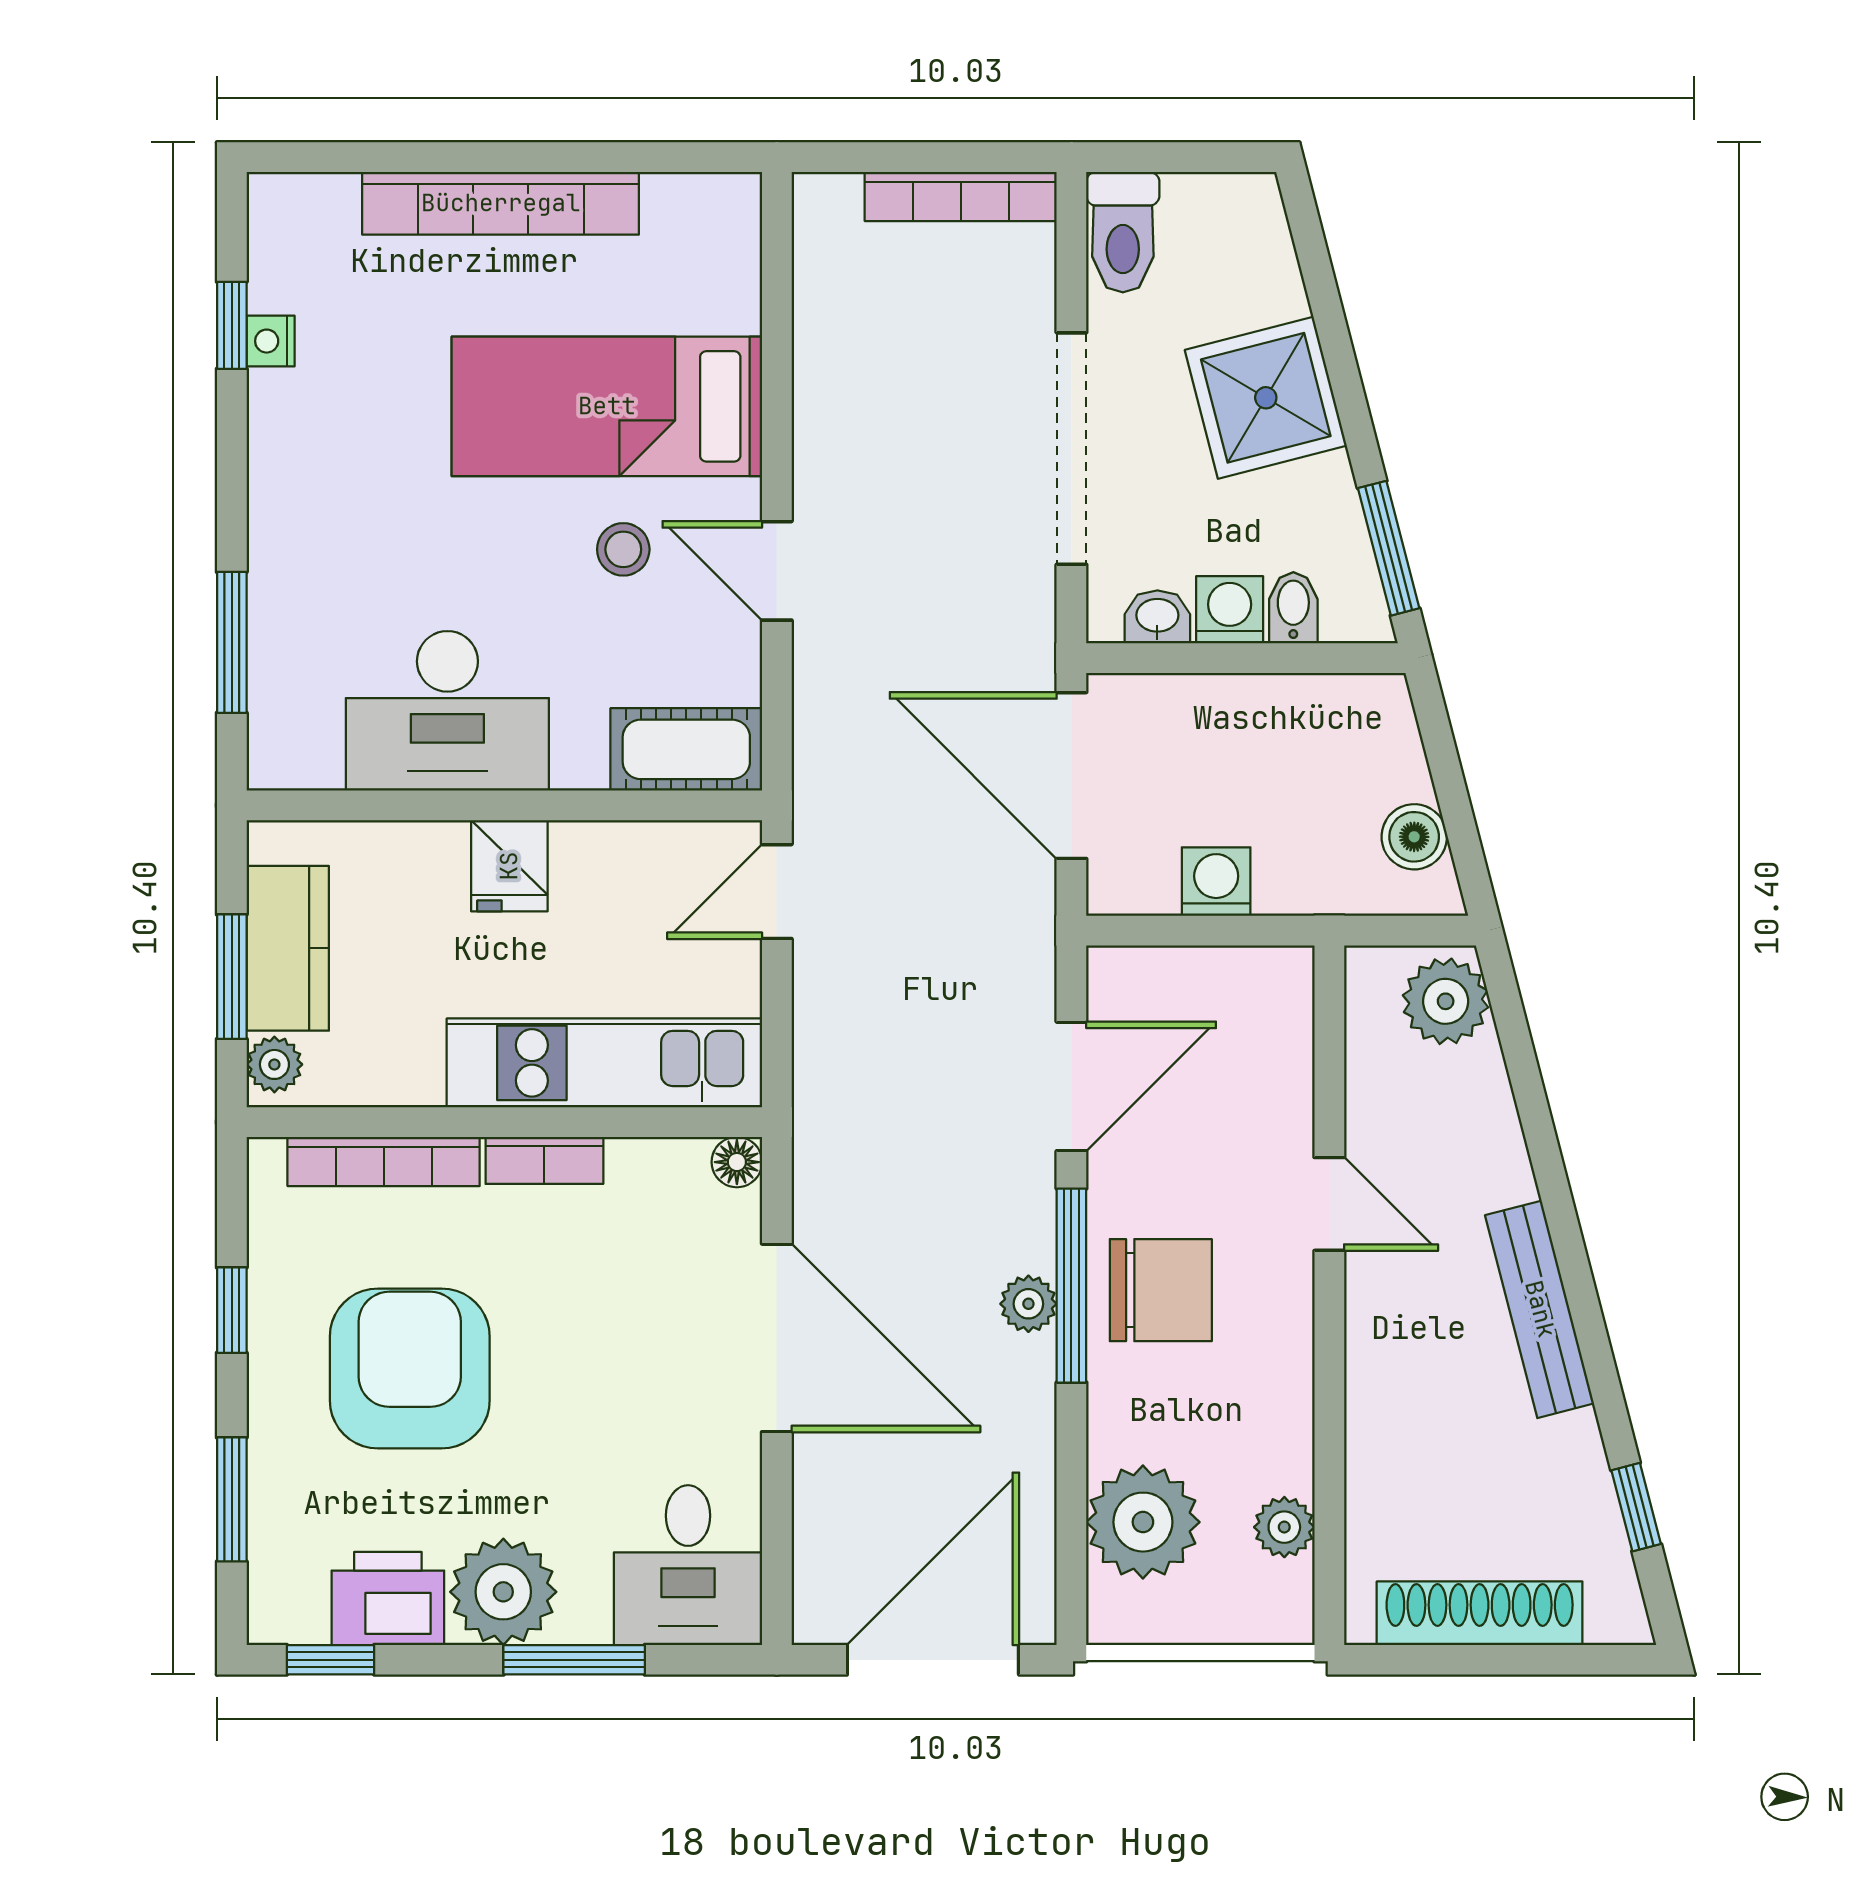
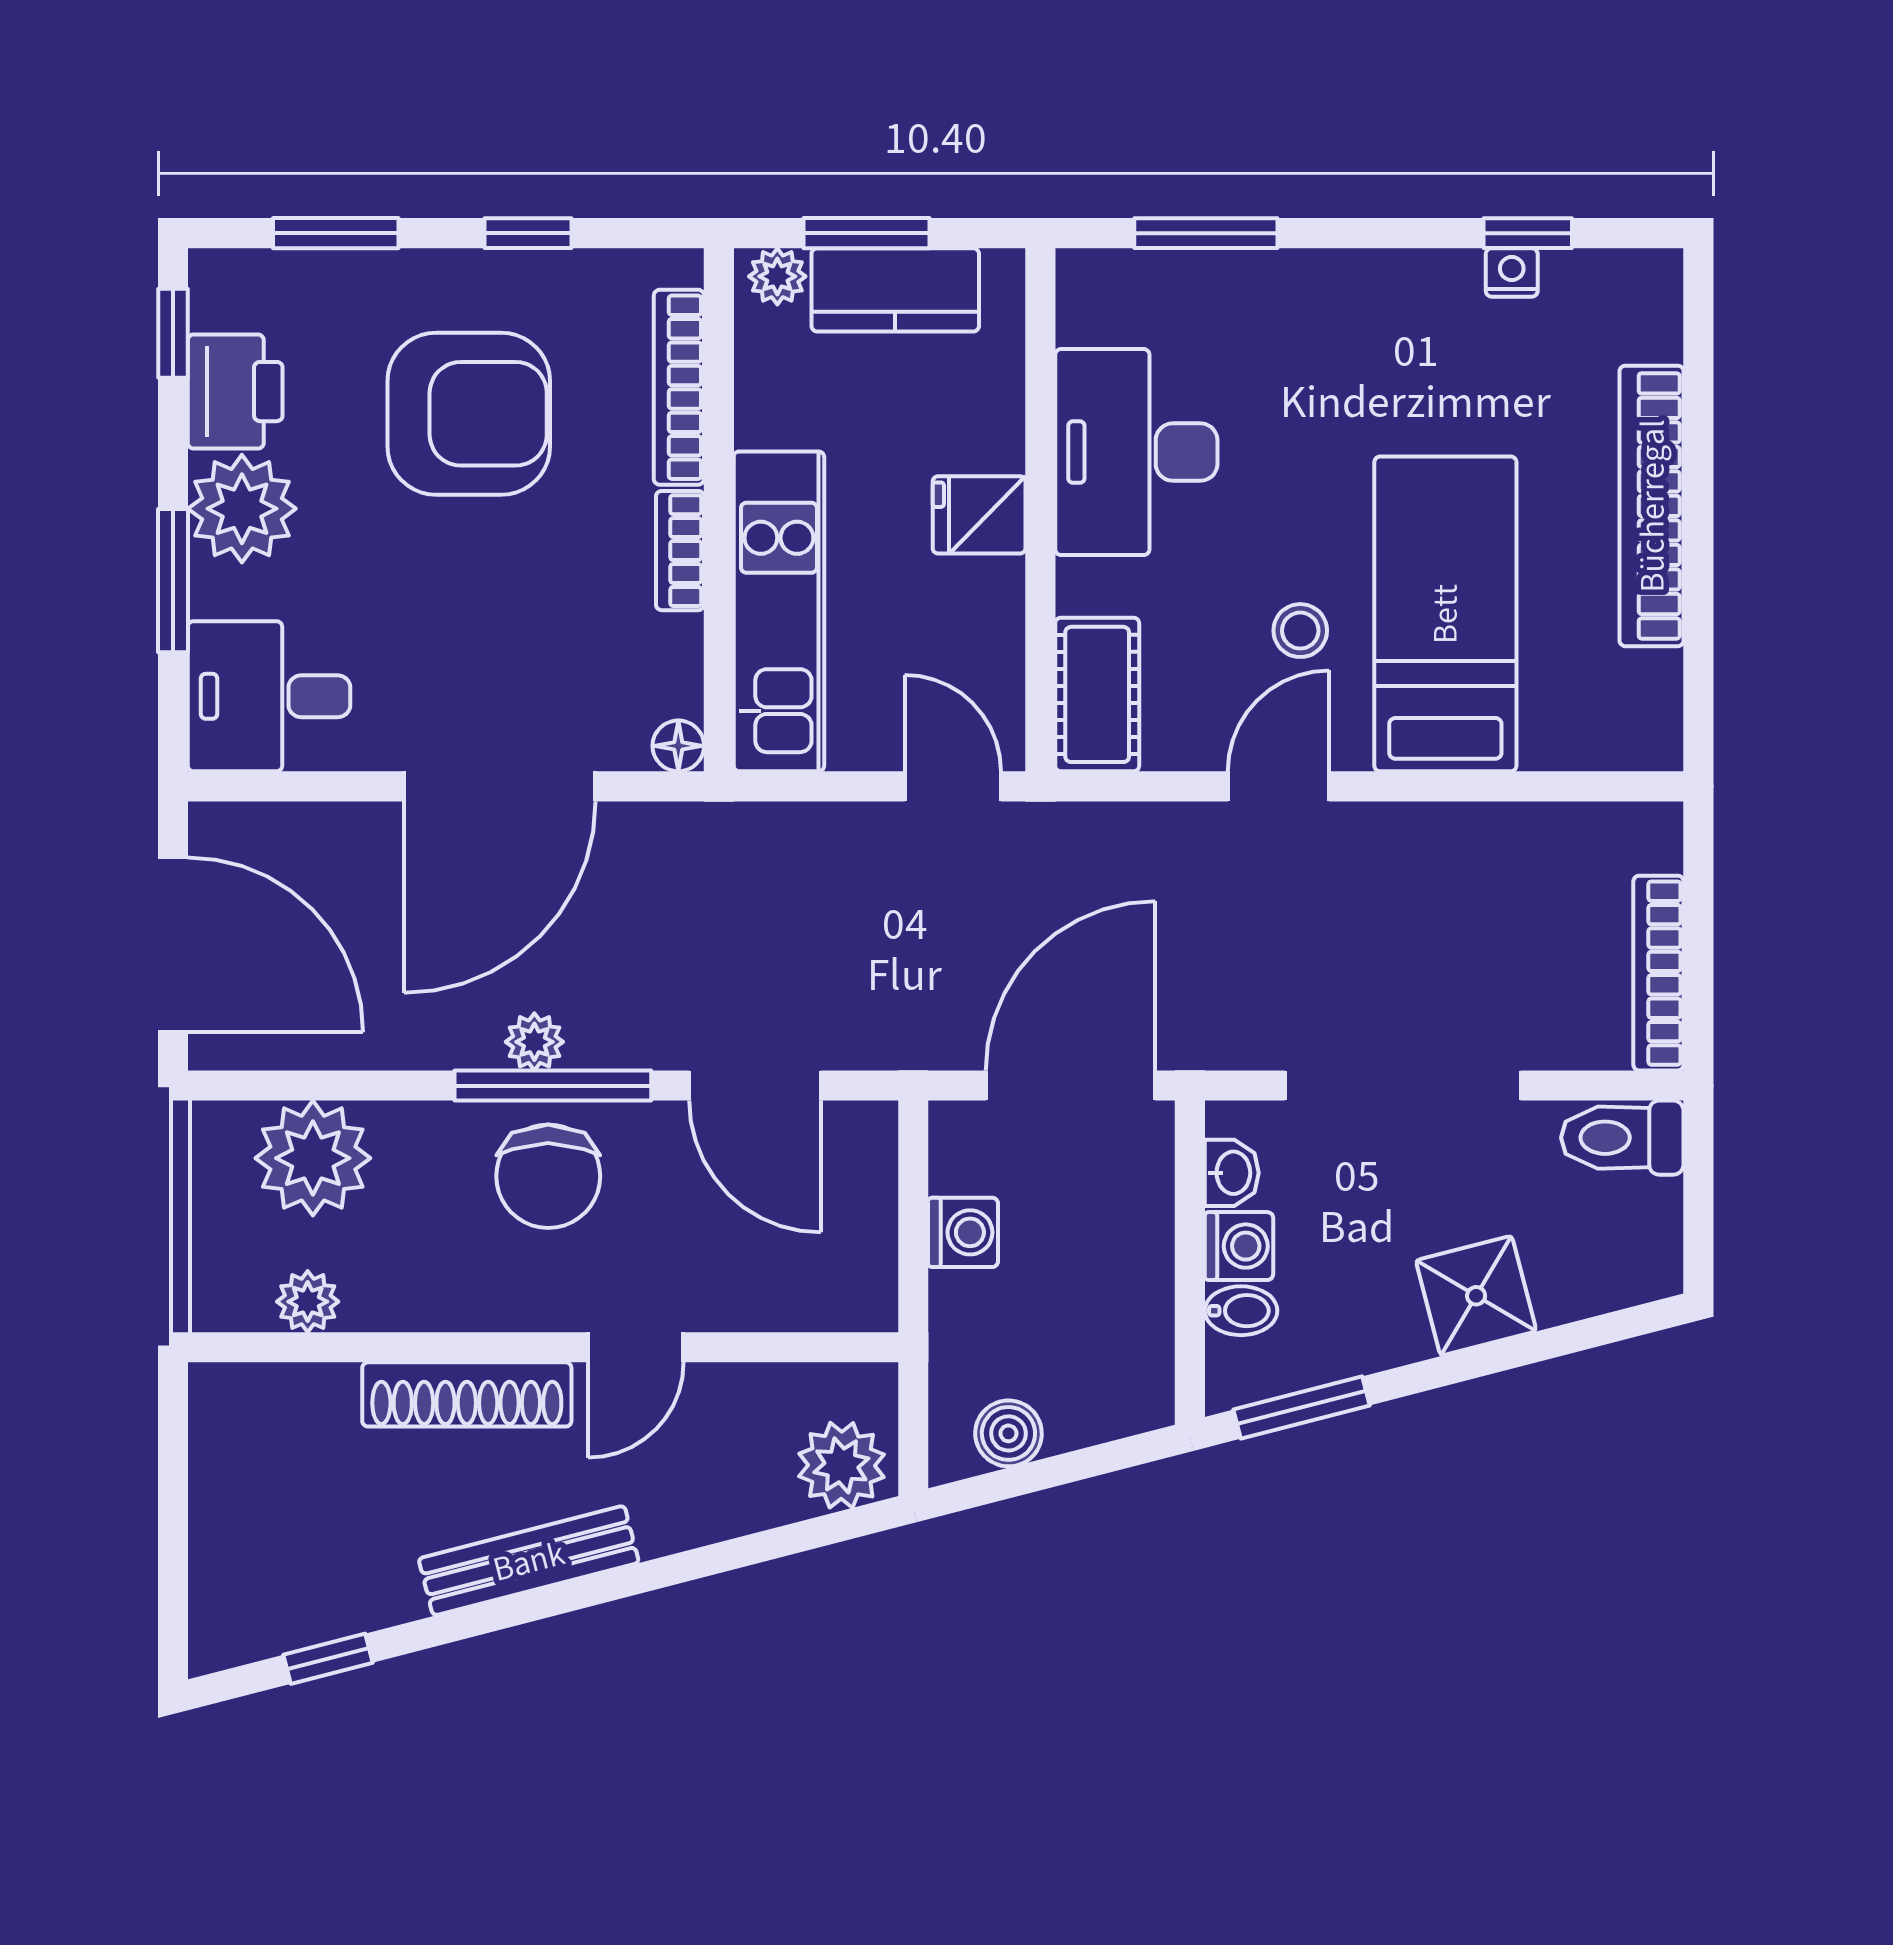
shower: (1266, 398) -> (1476, 1296), width x0.73, depth x0.73
shoe rack: (1480, 1613) -> (467, 1394), moved, turned 90

